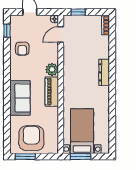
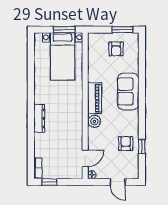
window: (78, 12) -> (49, 182), moved
window: (7, 31) -> (142, 146), moved
armchair: (31, 138) -> (116, 49), width x0.53, depth x0.53

